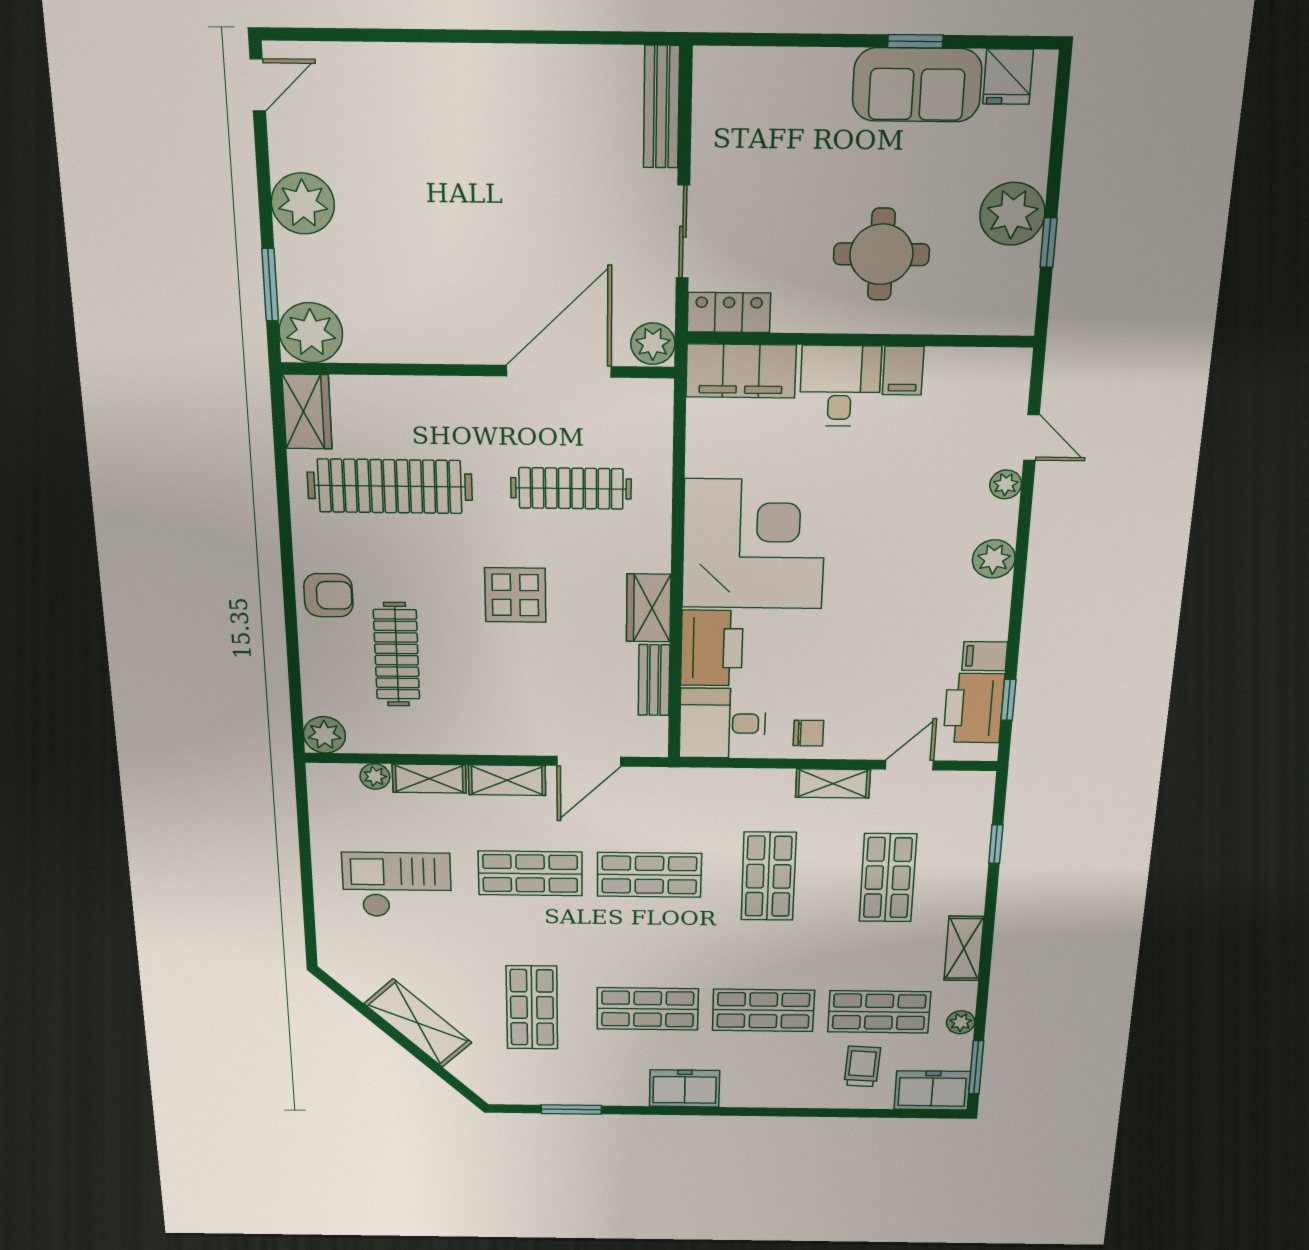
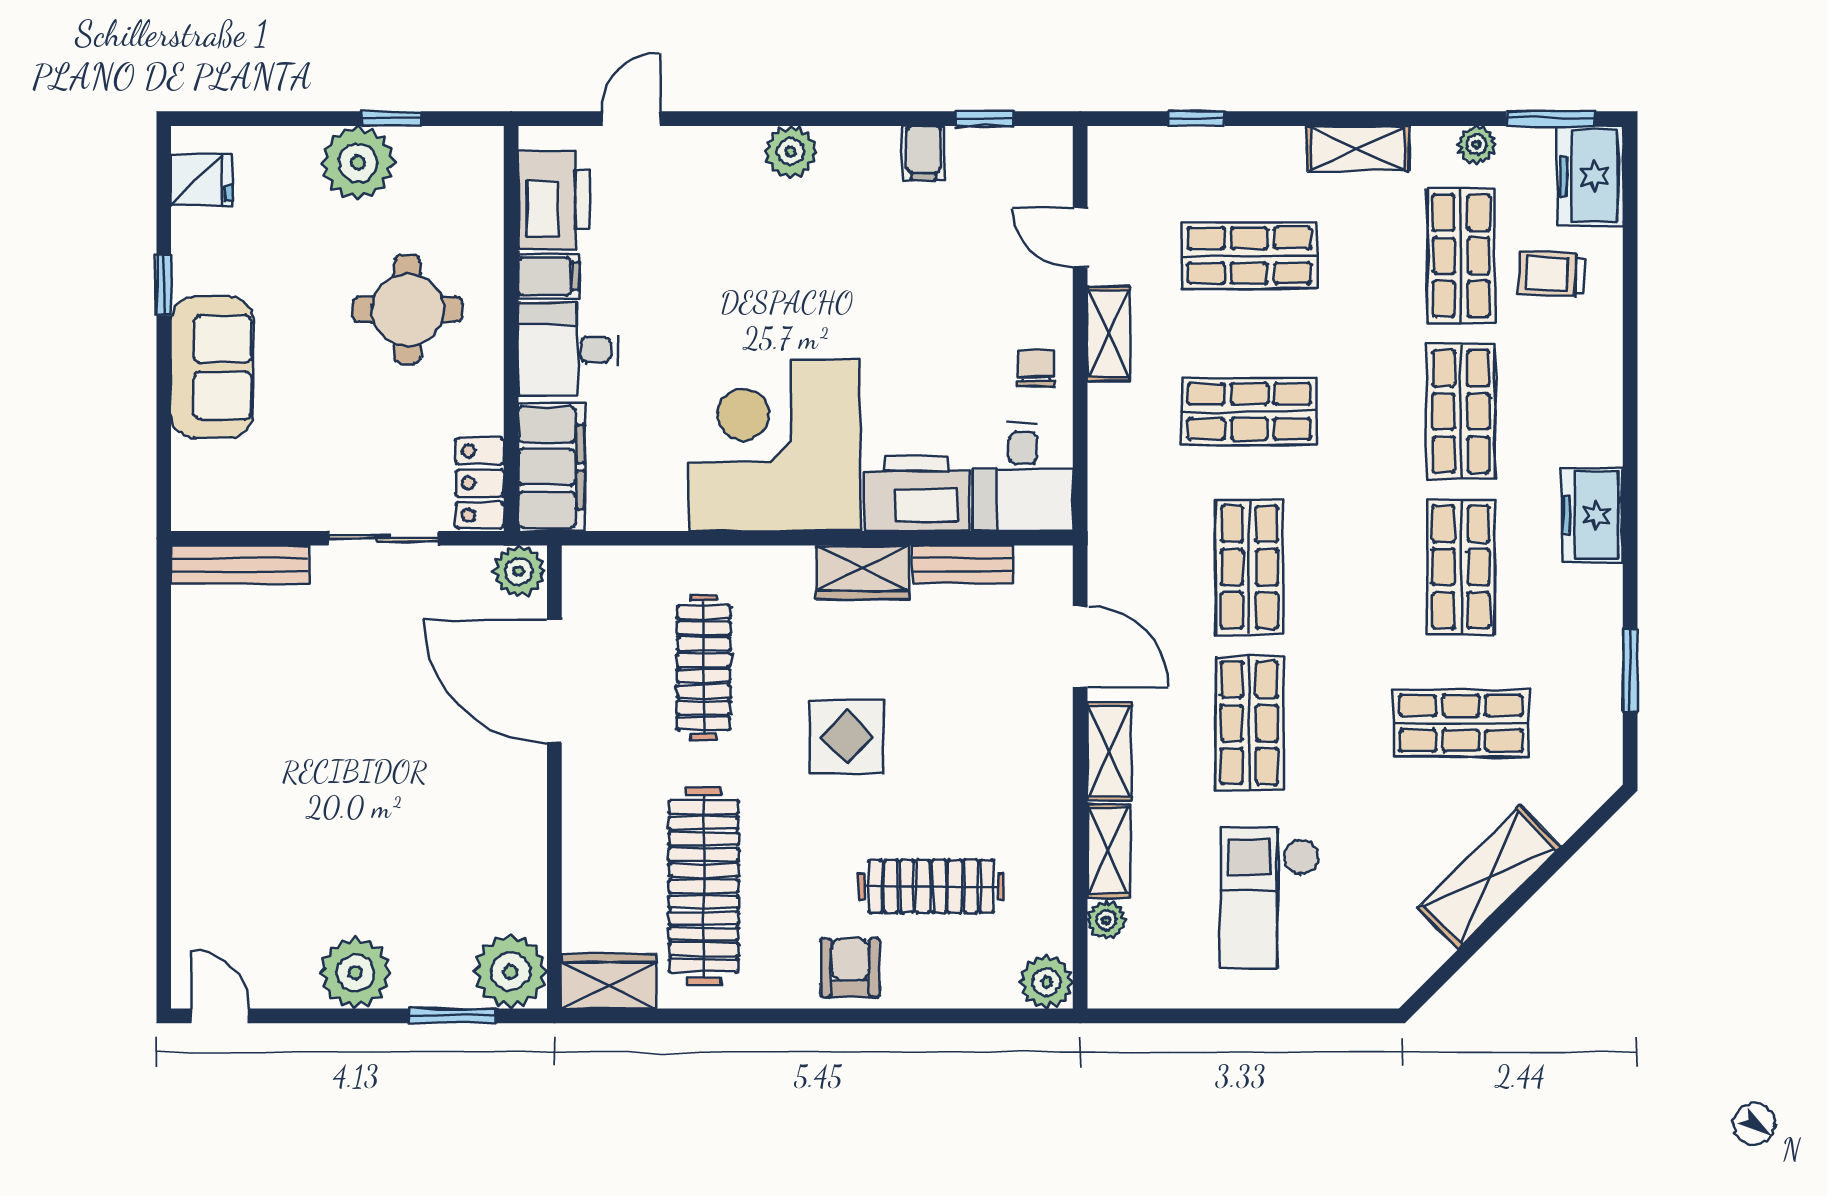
sofa: (917, 85) -> (212, 367), moved
plant: (1006, 484) -> (692, 145), removed
printer: (974, 708) -> (554, 200), moved, turned -90

